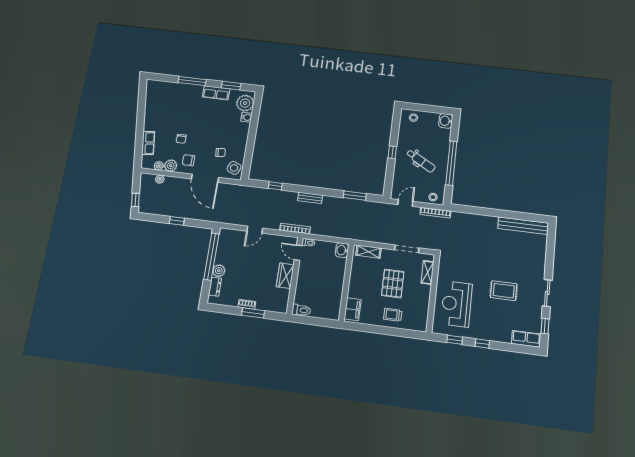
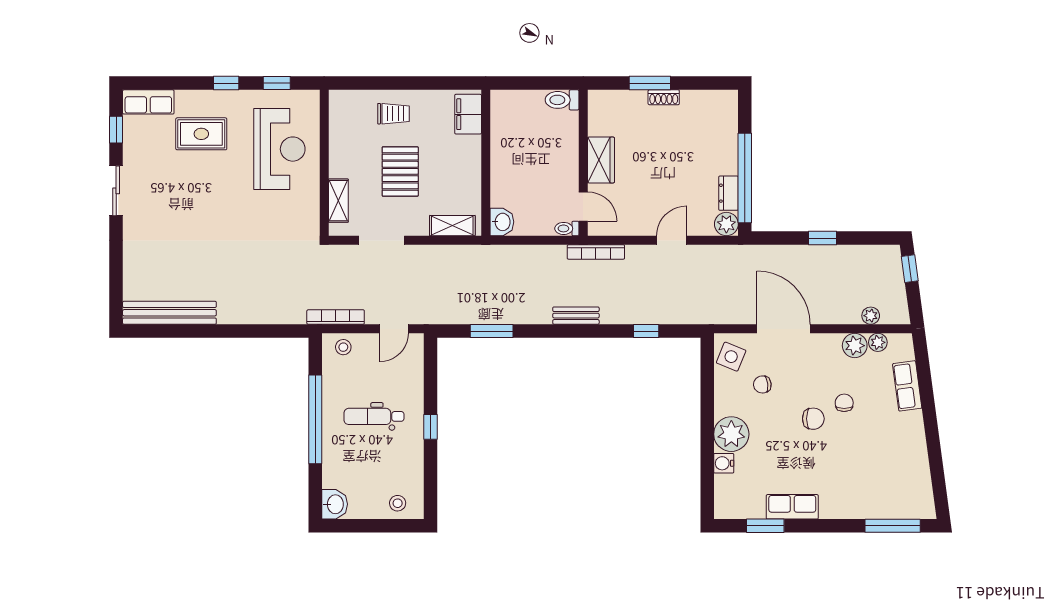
window: (192, 81) -> (893, 526), moved
plant: (245, 103) -> (731, 434), moved
chair: (188, 160) -> (813, 419), moved
dental chair: (421, 161) -> (374, 416), turned -30
plant: (219, 271) -> (726, 224), moved
dresser: (215, 287) -> (728, 193), moved
rug: (504, 291) -> (201, 134), moved

